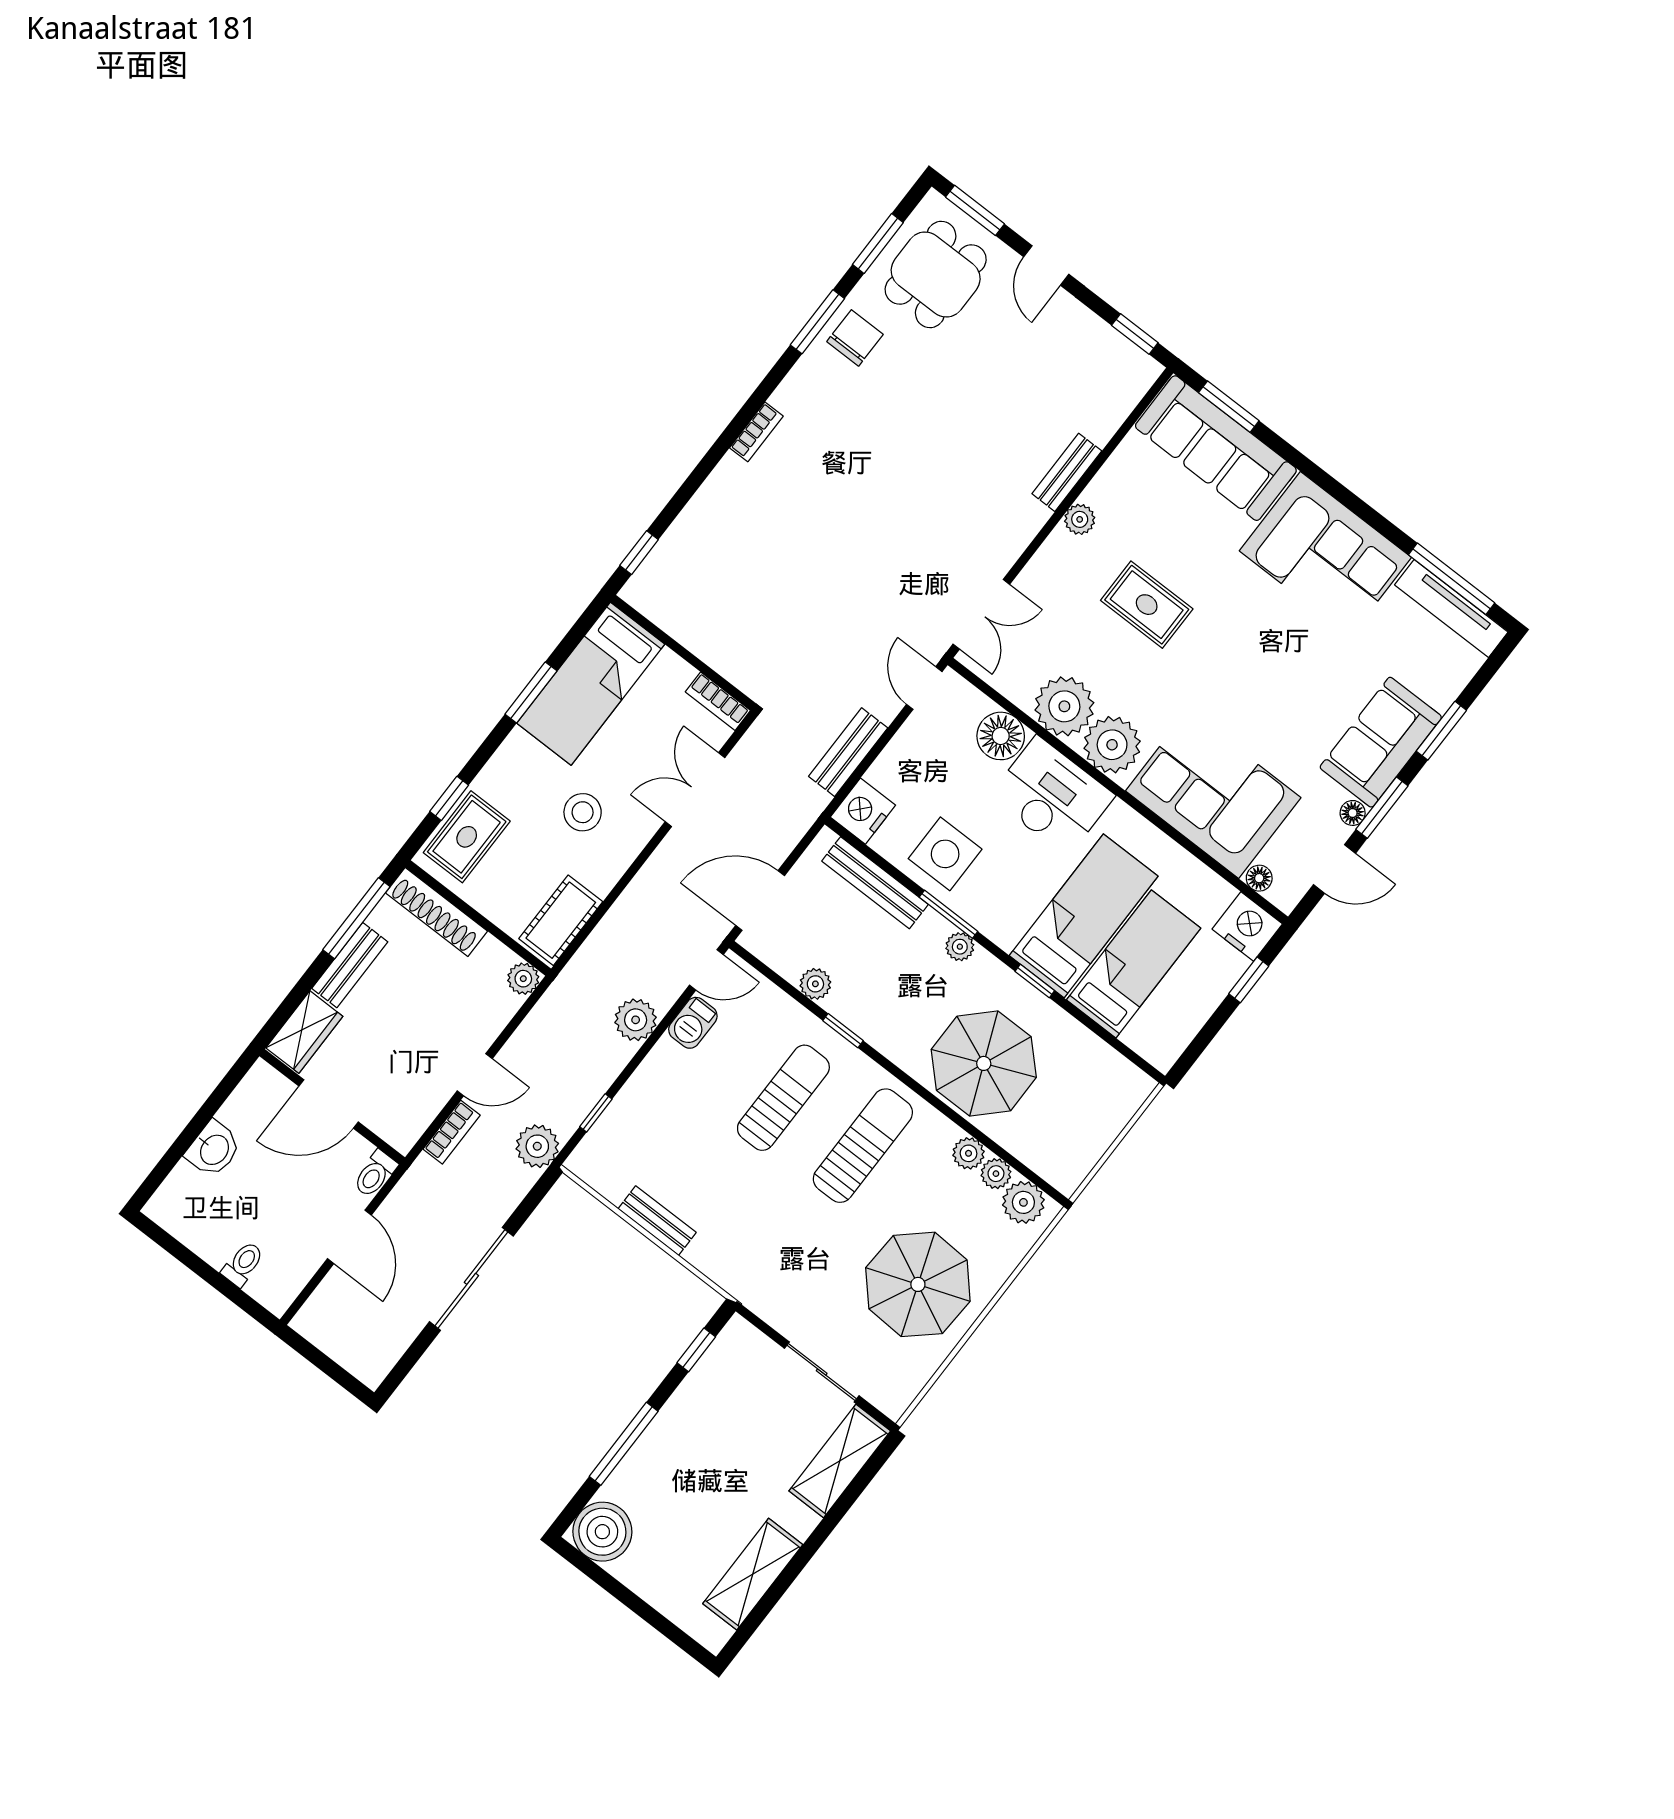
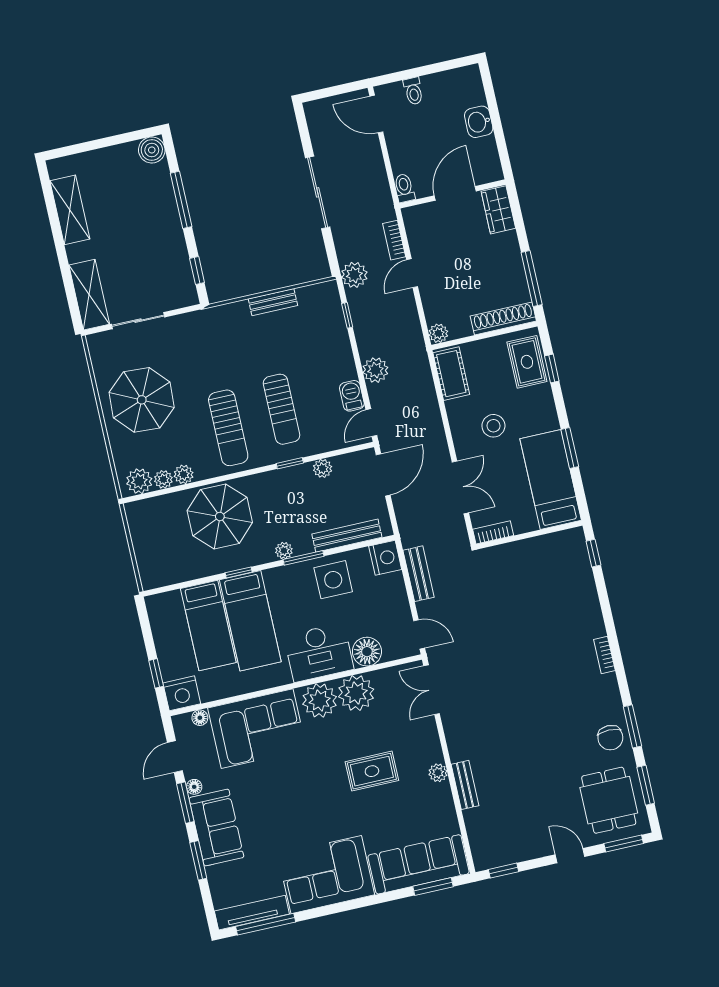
bench: (350, 965) -> (512, 257), removed
door: (349, 1237) -> (376, 114), moved
boiler: (602, 1532) -> (152, 150), width x0.73, depth x0.73

